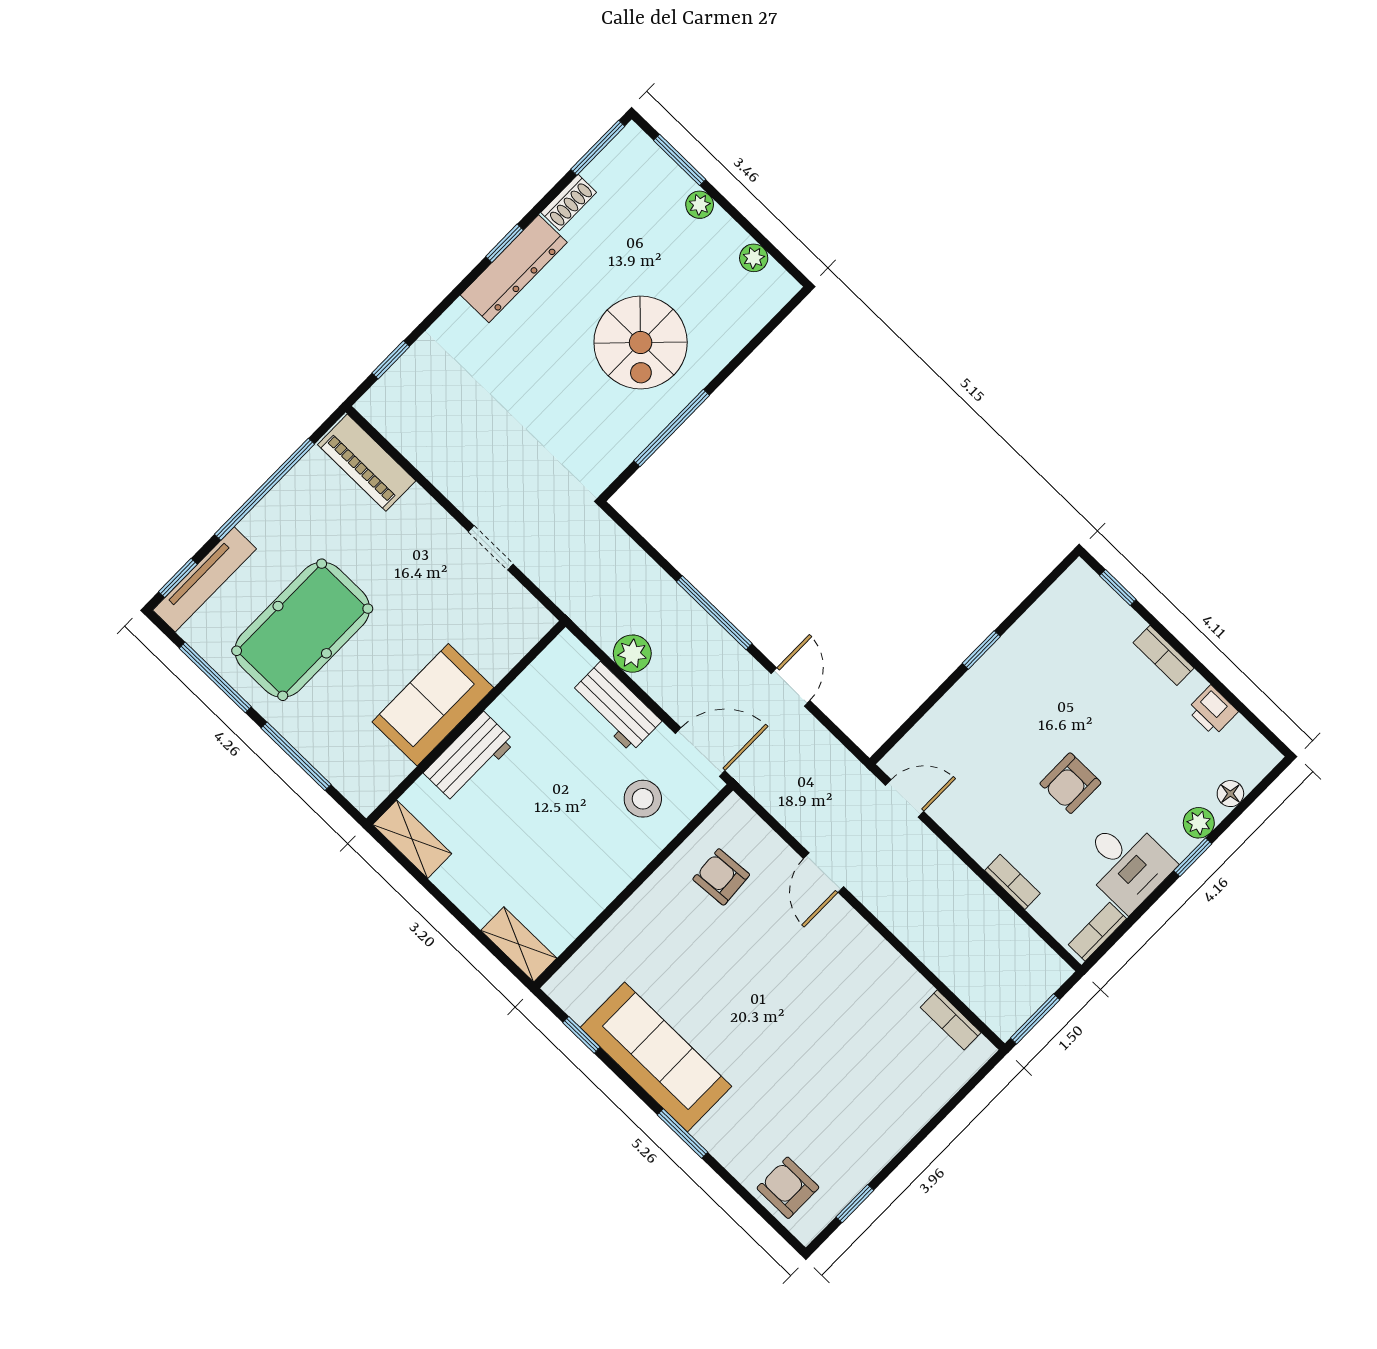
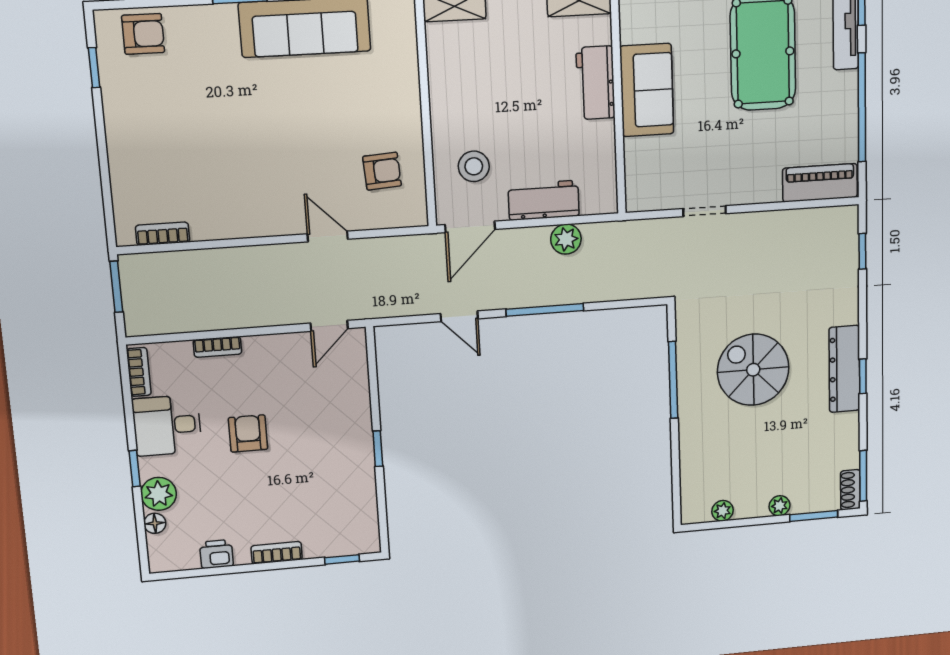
shoe rack: (569, 202) -> (850, 490), moved
spiral stairs: (641, 342) -> (753, 370), moved
plant: (1199, 823) -> (159, 494), width x1.38, depth x1.38

